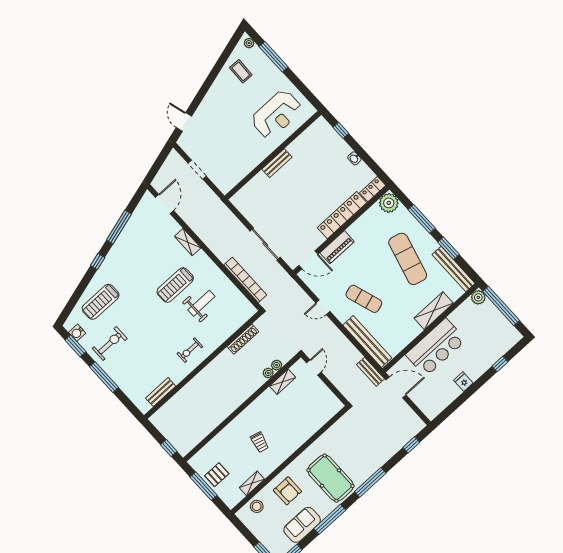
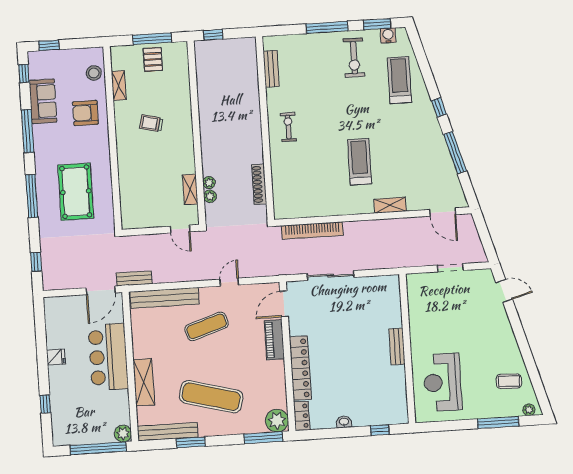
window: (422, 219) -> (263, 438), moved
weight bench: (201, 303) -> (323, 173), removed
pool table: (331, 478) -> (76, 192), moved, turned 90

